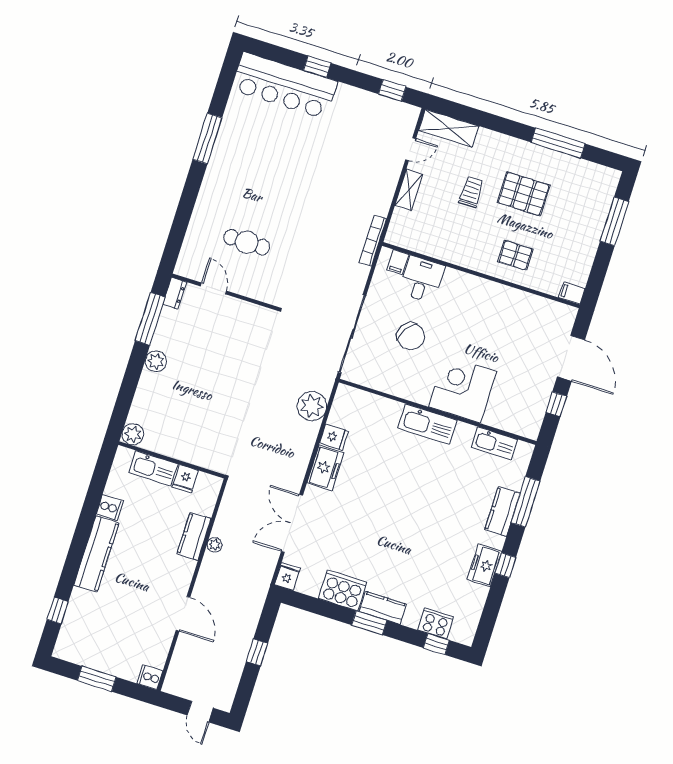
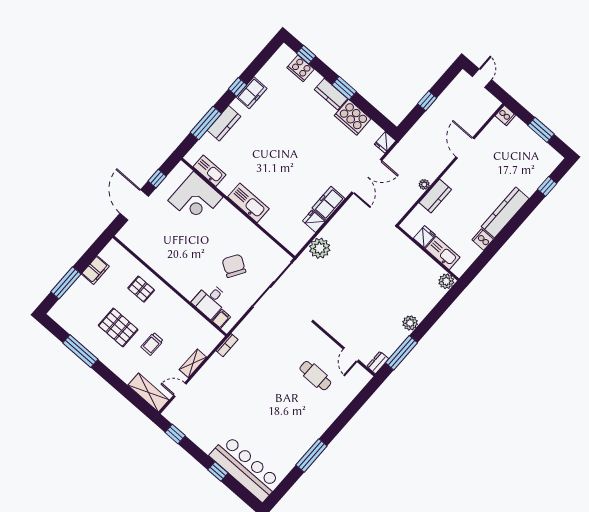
bookcase: (373, 241) -> (227, 345), width x0.64
filing cabinet: (572, 293) -> (95, 270), moved, width x2.00
corner desk: (463, 389) -> (195, 199), moved

